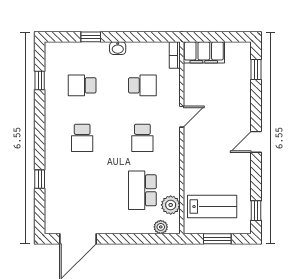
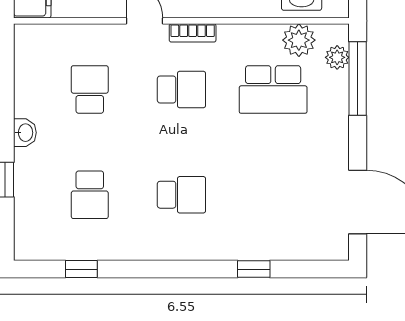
bookcase: (175, 55) -> (193, 33), moved
window: (149, 239) -> (358, 78), added

